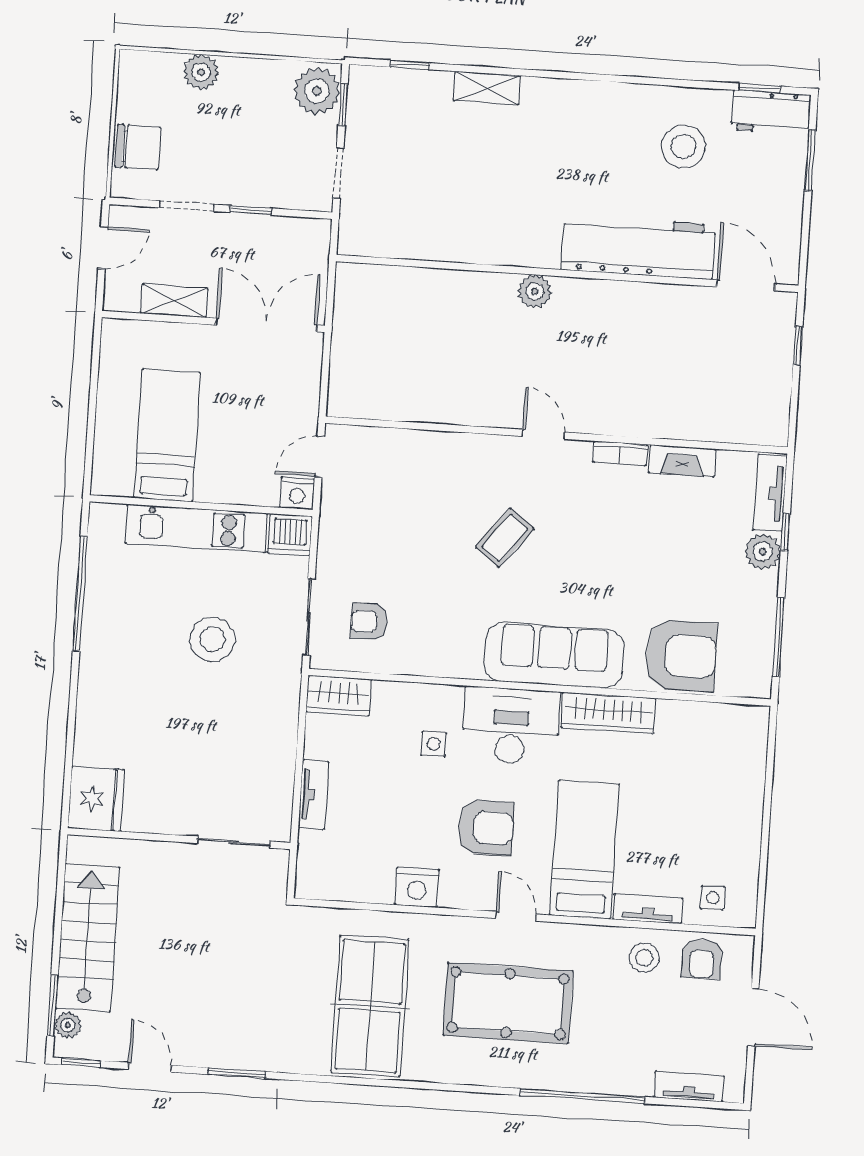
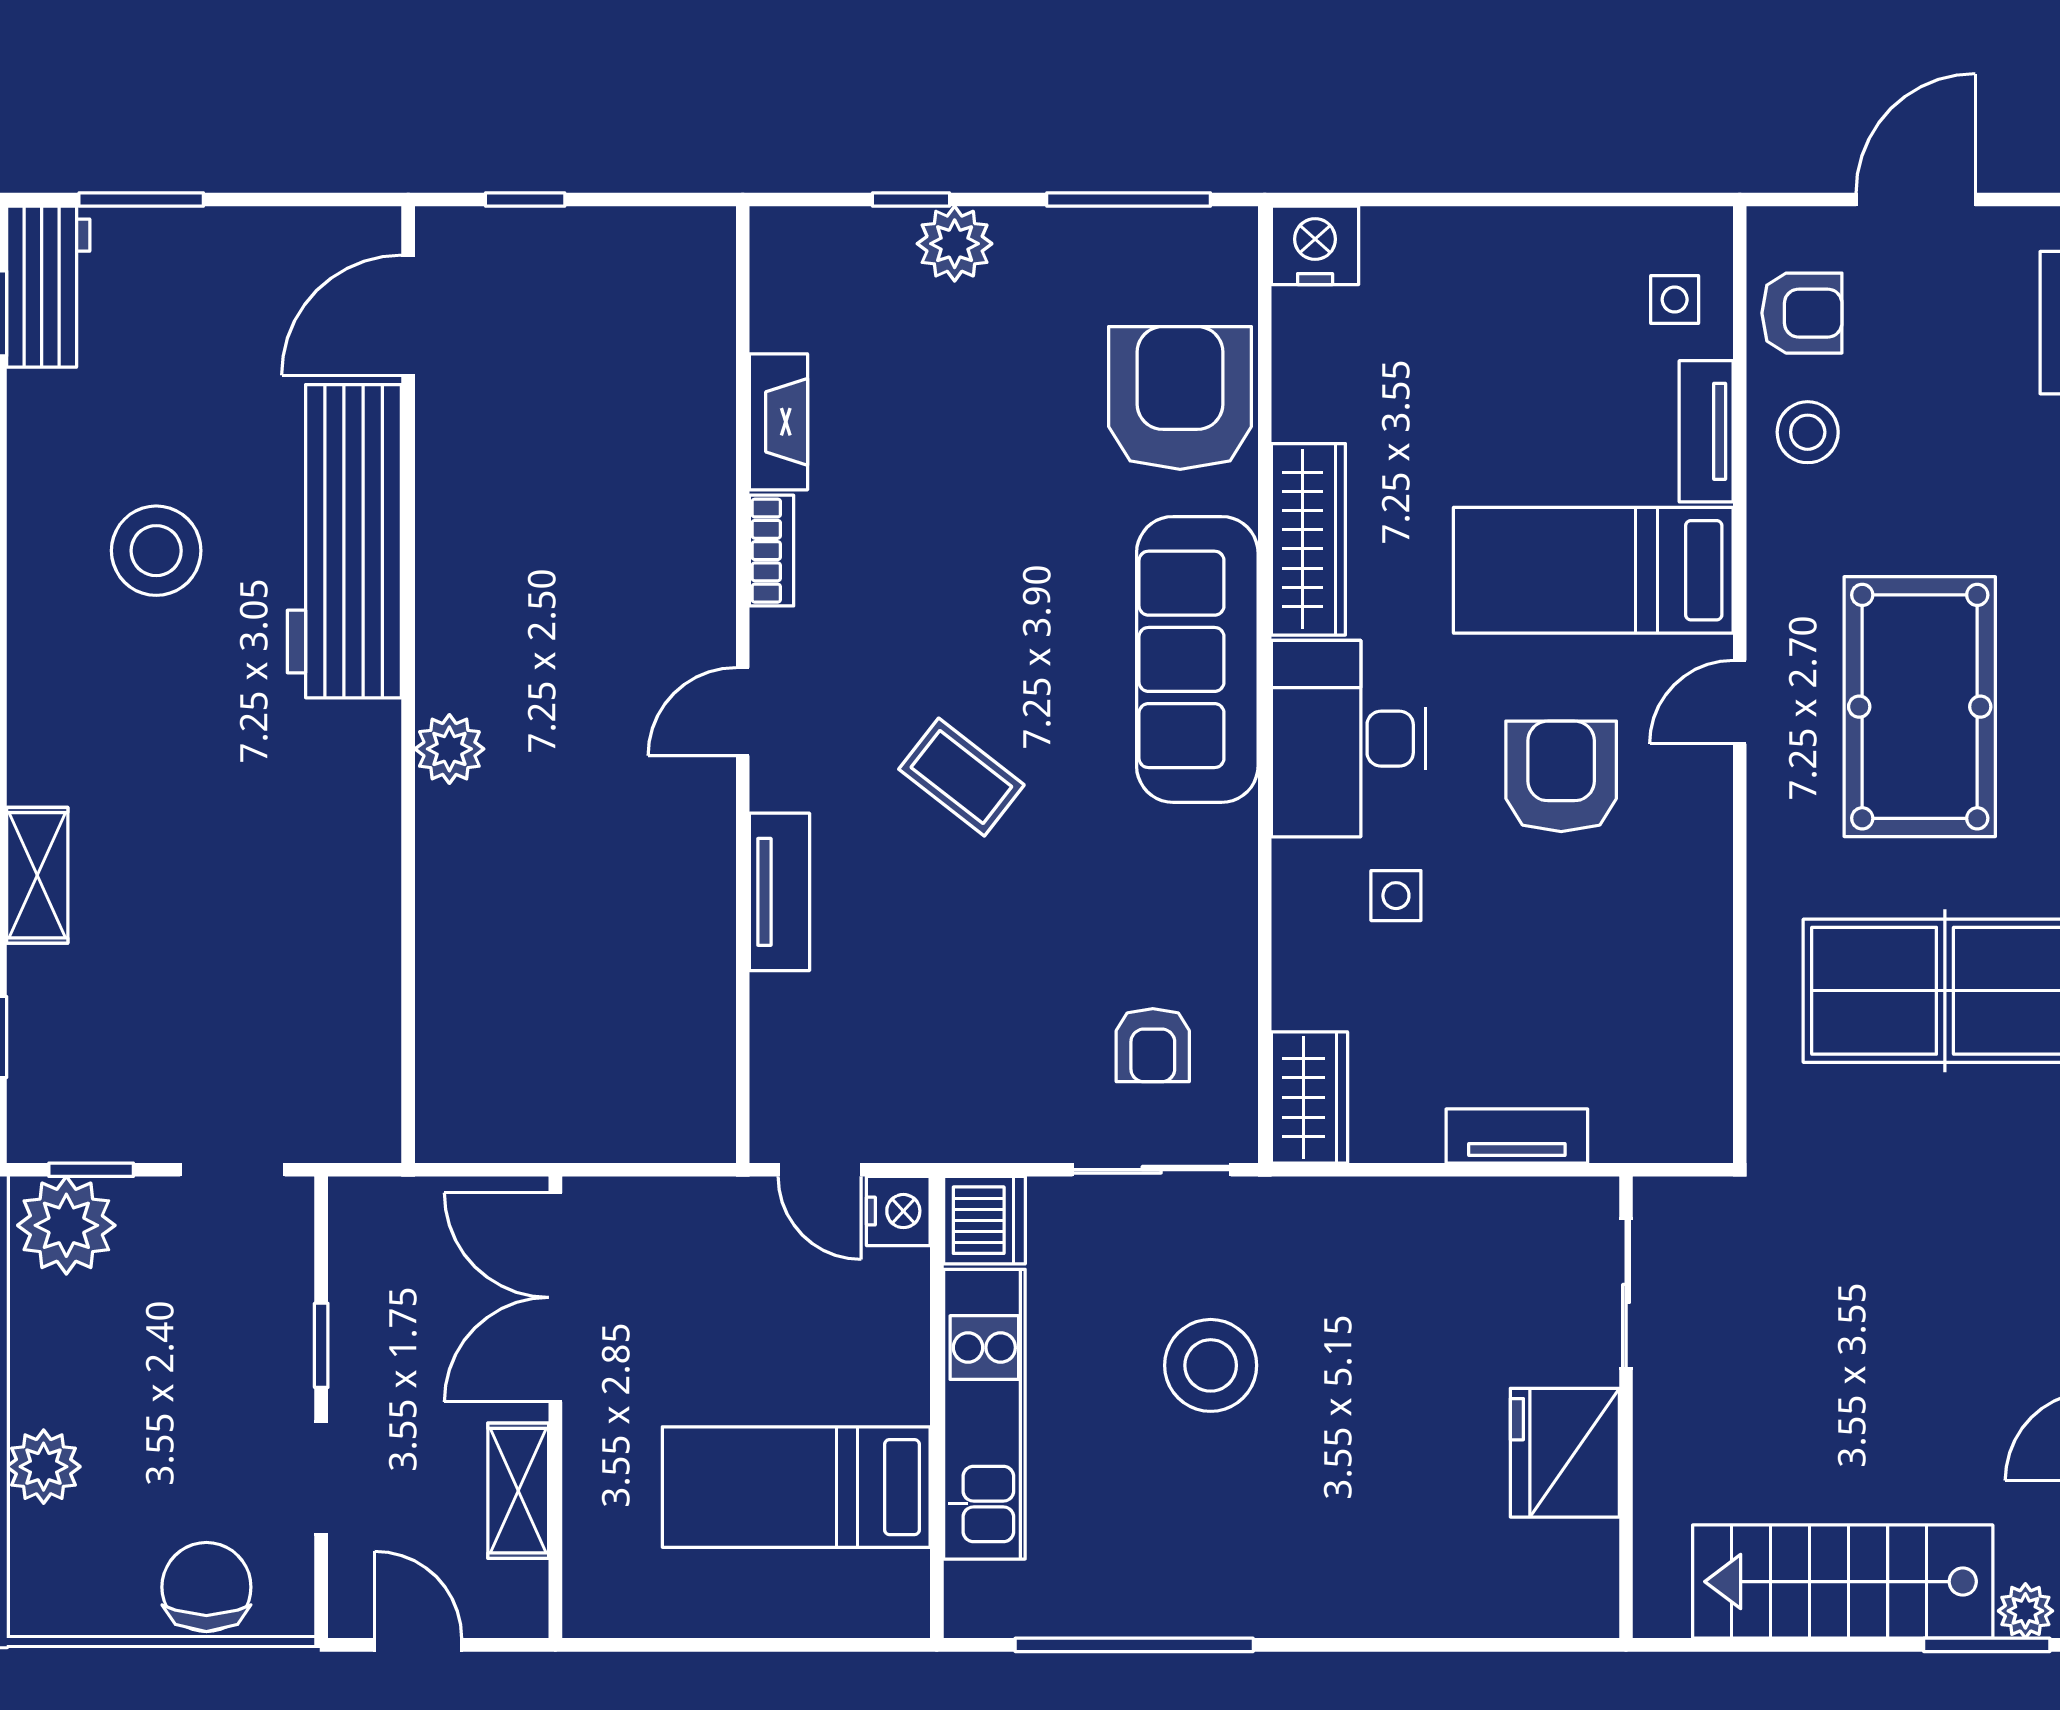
stool: (683, 146) -> (156, 551), moved
tv unit: (770, 493) -> (779, 892), moved, turned -90
fridge: (96, 799) -> (1565, 1453), moved, turned -90
nightstand: (417, 887) -> (1315, 245), moved, turned -90

